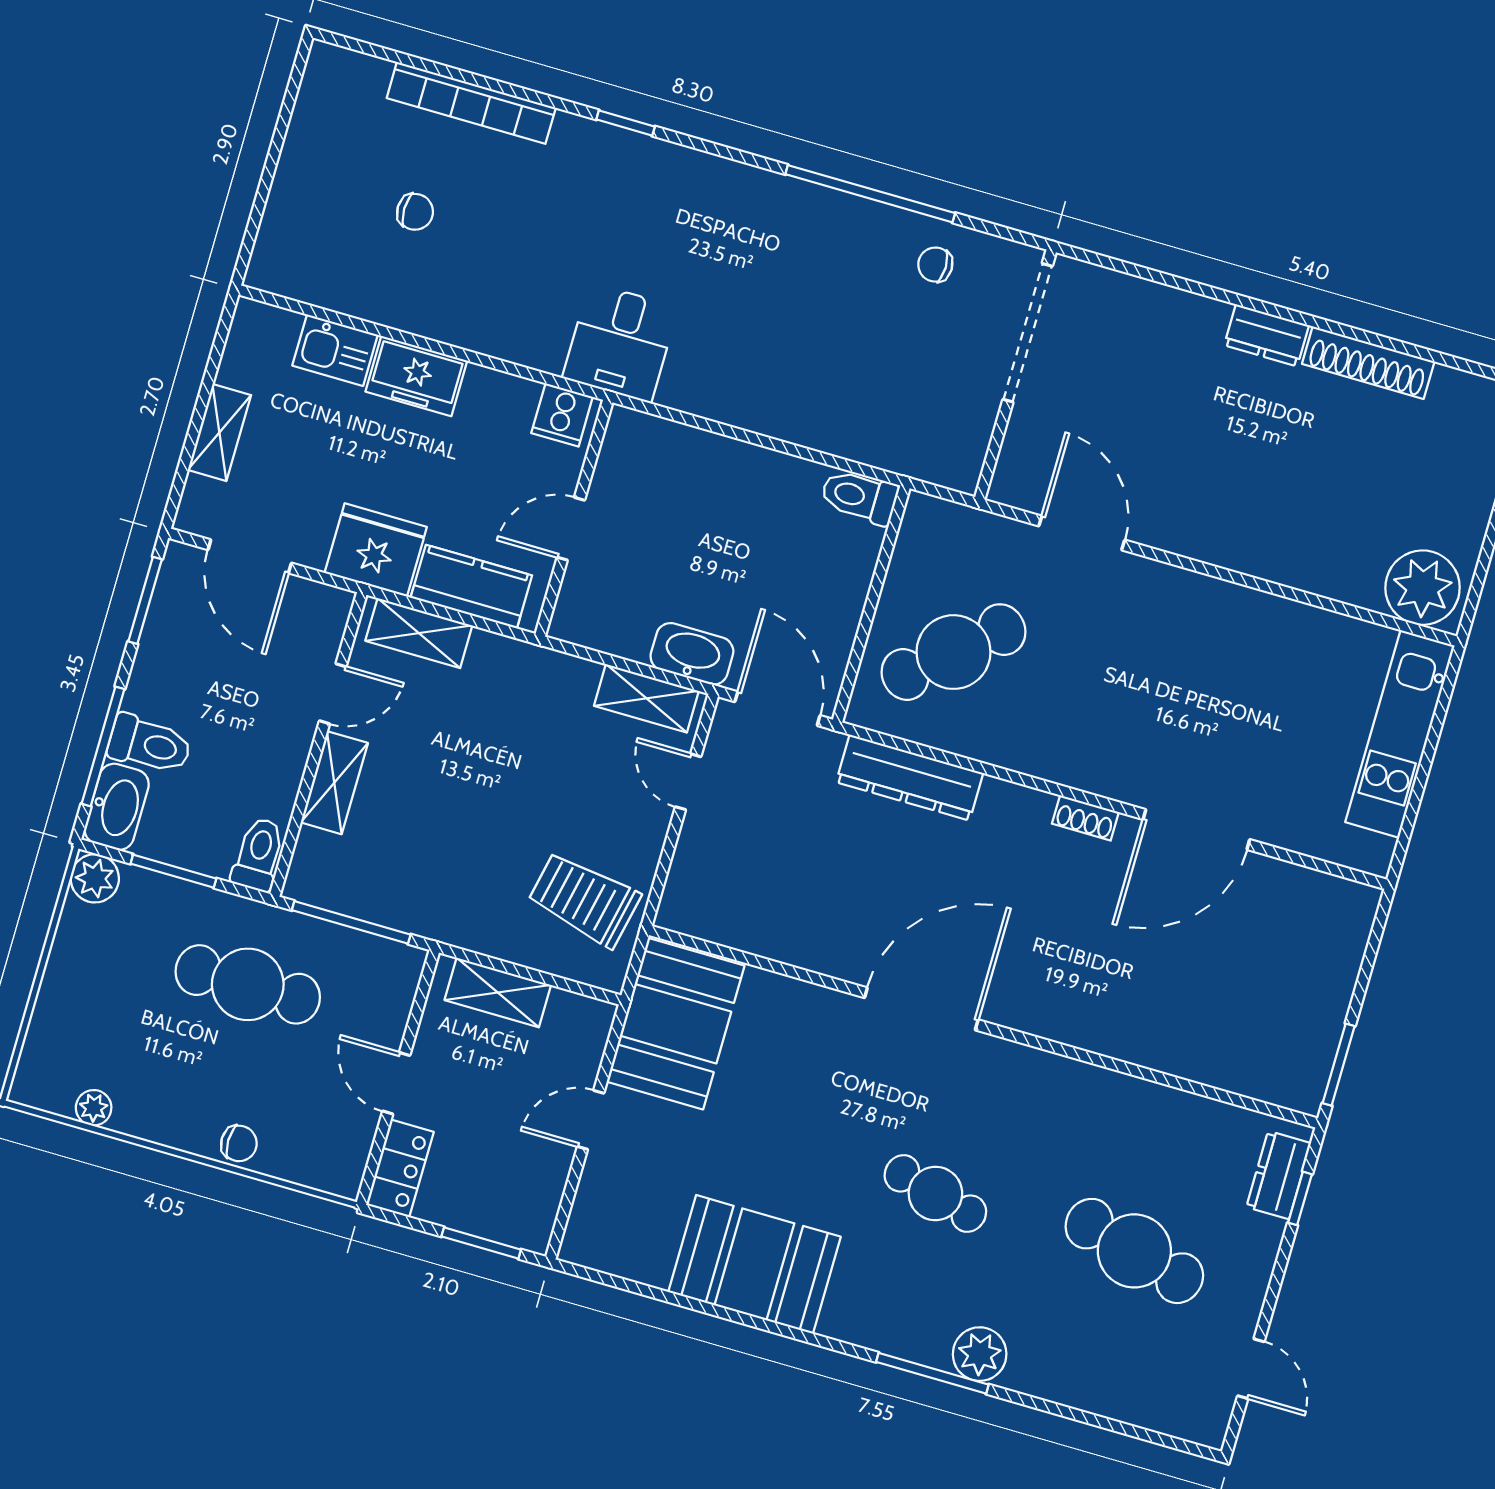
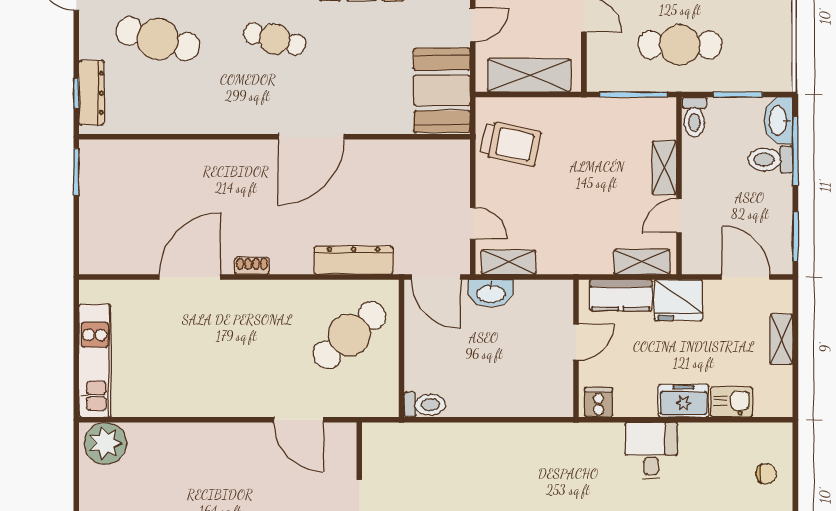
chair: (415, 212) -> (766, 474), moved, turned 180
desk: (620, 343) -> (651, 451), moved
plant: (95, 878) -> (779, 78), removed
shelving: (498, 993) -> (529, 75), width x1.50, depth x1.33
dresser: (1279, 1175) -> (92, 93), width x1.44

